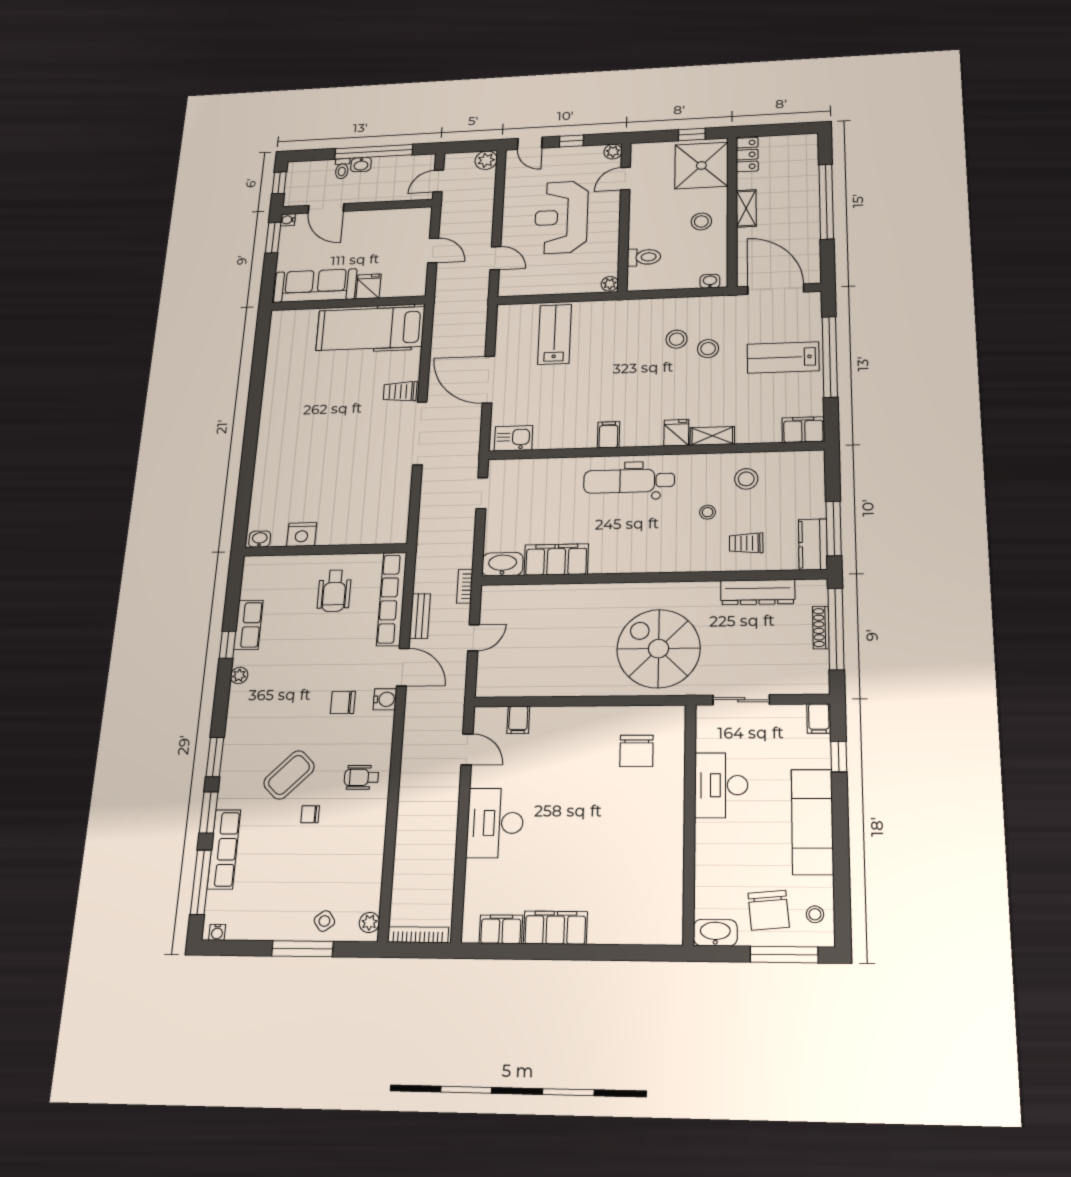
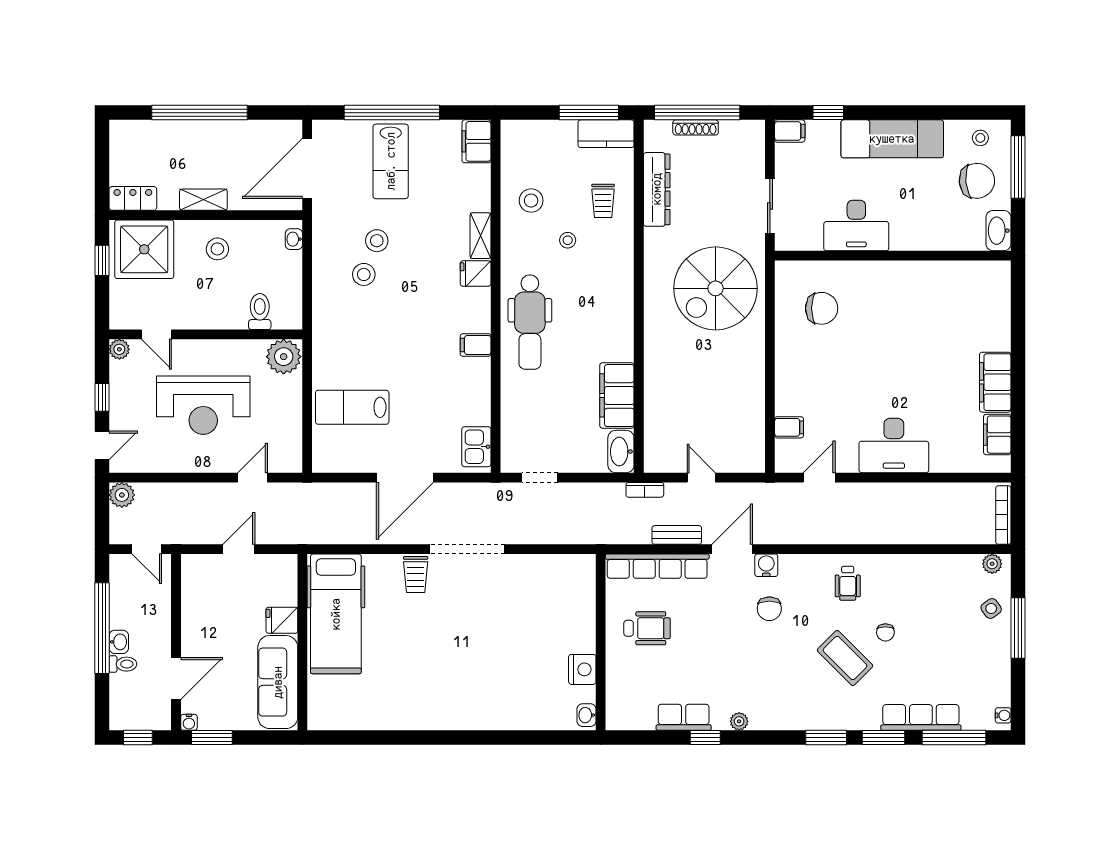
plant: (610, 284) -> (284, 357), width x1.88, depth x1.88

